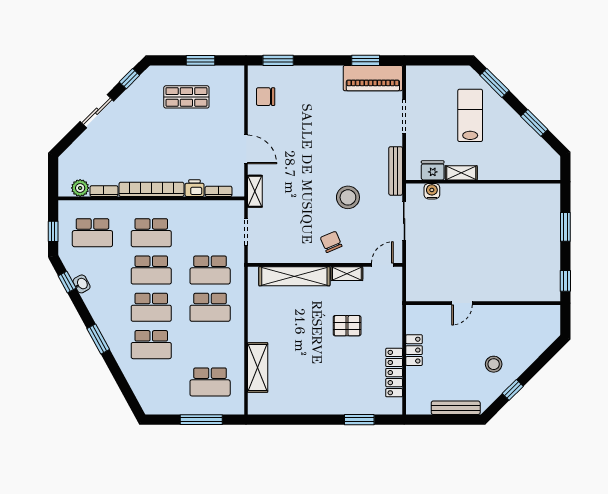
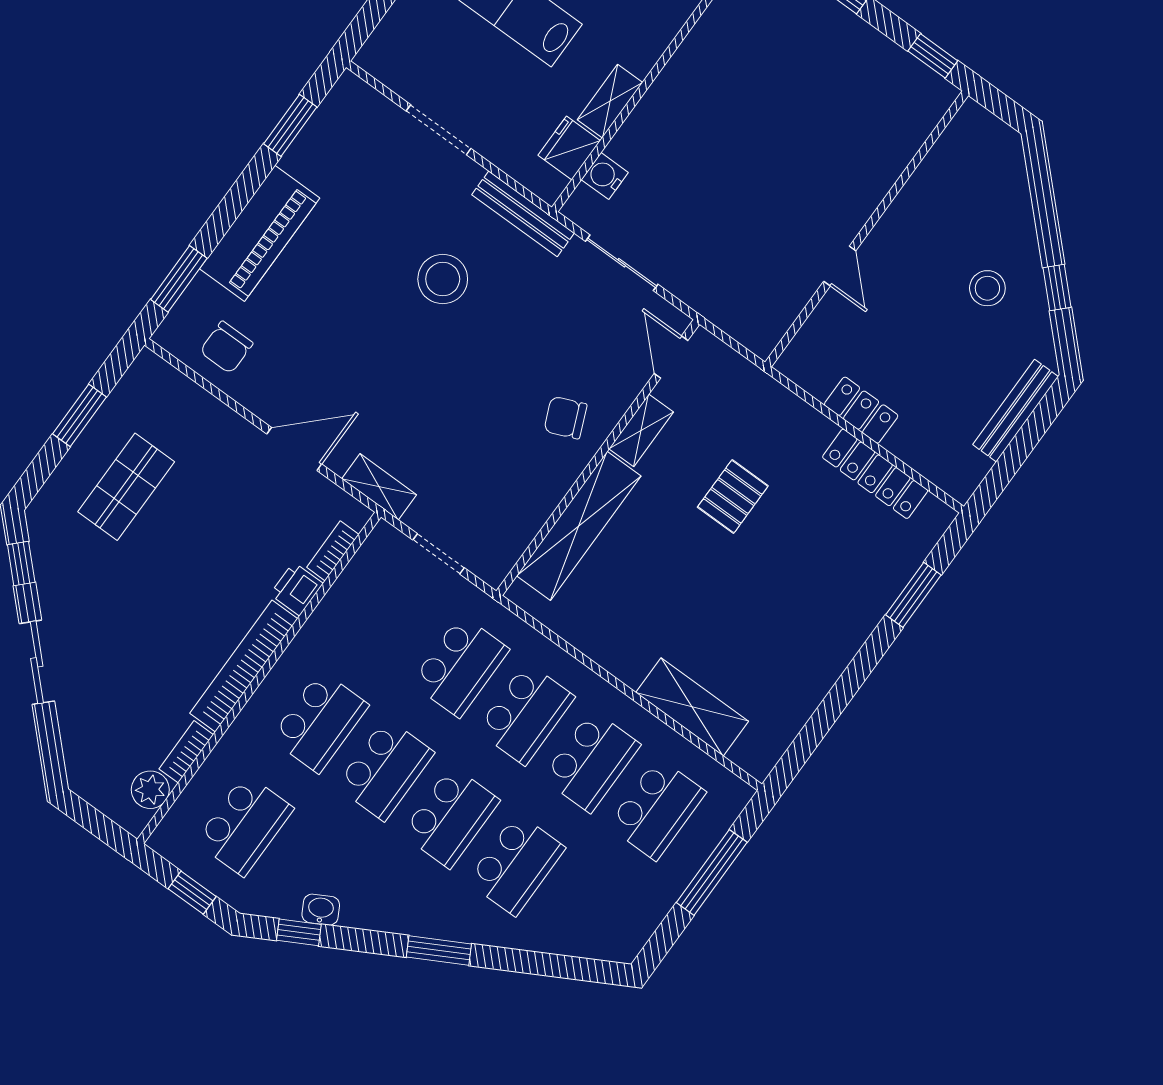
piano: (373, 78) -> (260, 233), moved
stool: (348, 197) -> (443, 279), moved
school desk: (210, 345) -> (591, 761), added

